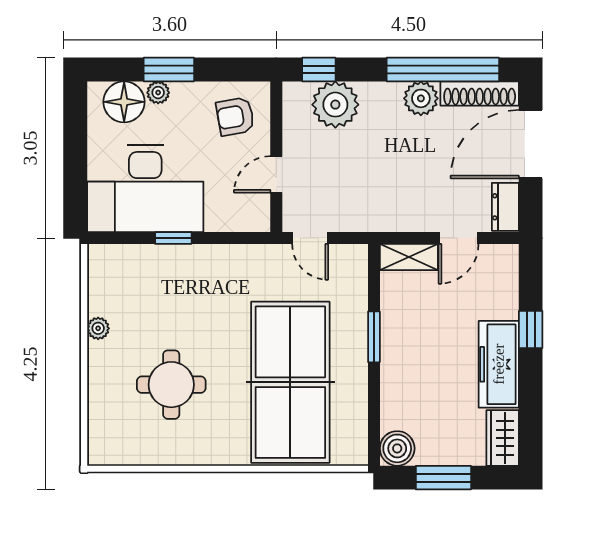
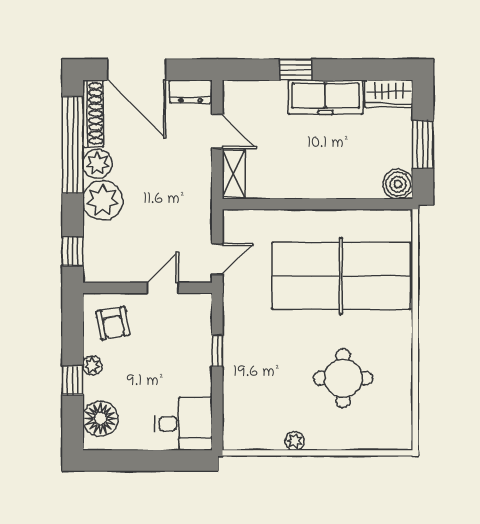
window: (169, 70) -> (73, 380), width x0.67
plant: (158, 93) -> (92, 366), moved
plant: (335, 105) -> (103, 200), moved
door: (276, 174) -> (163, 288), swing flipped
desk: (145, 189) -> (183, 424), width x0.53, depth x0.77
window: (173, 238) -> (217, 351), moved
window: (374, 337) -> (302, 204), removed

